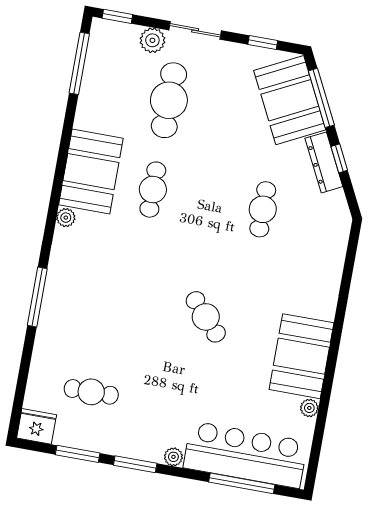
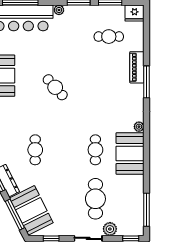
piano: (50, 327) -> (137, 67), added

